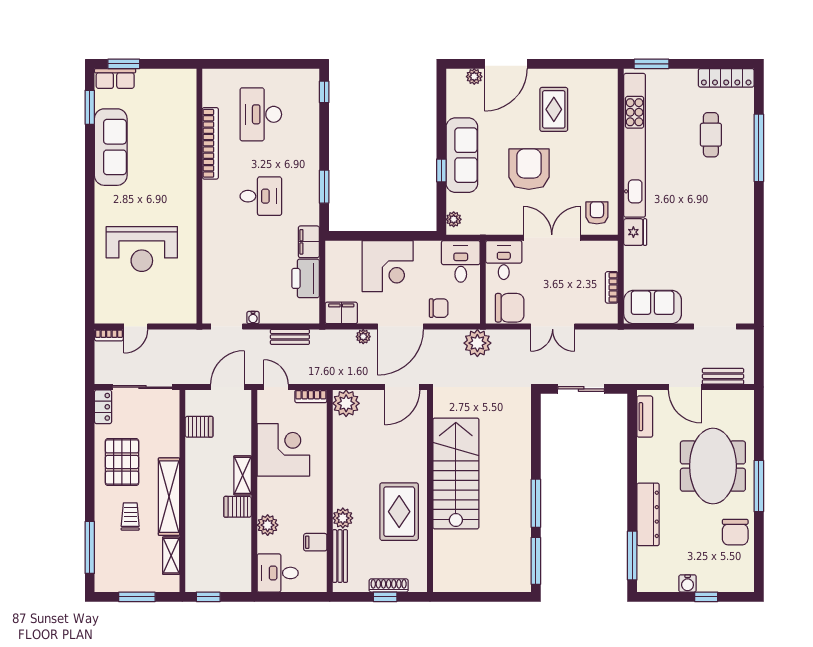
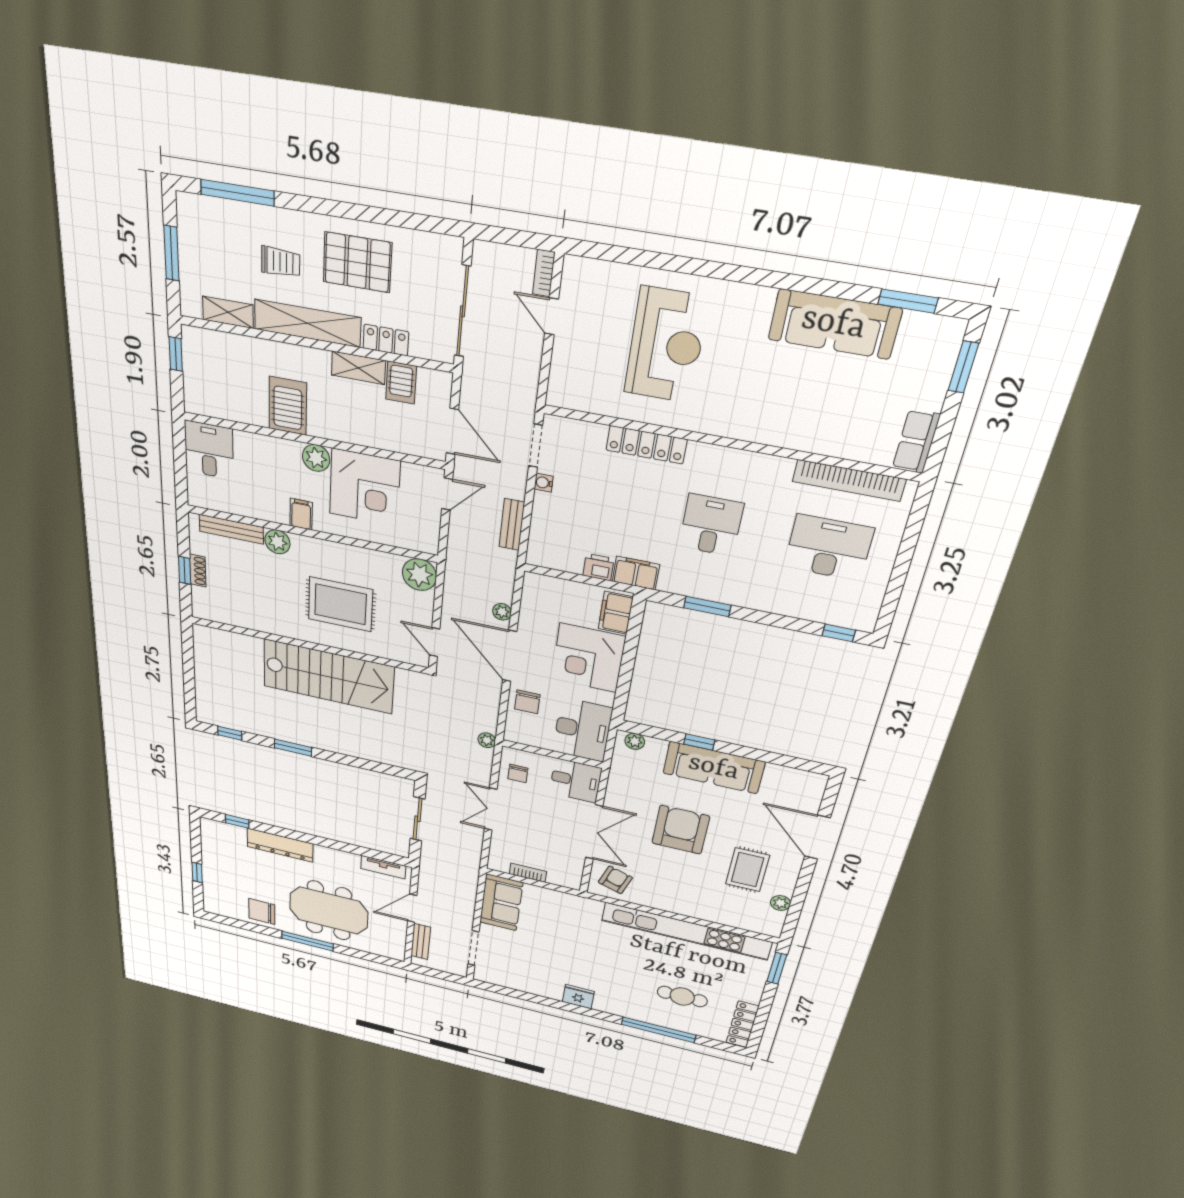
plant: (474, 77) -> (780, 903), moved
row of seats: (115, 78) -> (916, 441), moved
rug: (554, 109) -> (747, 870), turned 90
bookcase: (210, 143) -> (849, 480), moved
armchair: (529, 169) -> (681, 830), turned -90
desk: (261, 196) -> (711, 525), turned 180
armchair: (597, 213) -> (615, 880), turned -72
fridge: (635, 232) -> (578, 997), moved, turned 180
reception desk: (142, 249) -> (666, 345), turned 180
locker: (211, 250) -> (646, 445), added
desk: (461, 261) -> (582, 730), width x1.37
printer: (306, 278) -> (598, 567), width x0.53, depth x0.68
chair: (510, 308) -> (518, 773), width x0.54, depth x0.54
filing cabinet: (341, 313) -> (616, 613), moved, turned 180
plant: (477, 343) -> (487, 740), width x0.53, depth x0.53
door: (402, 387) -> (435, 642), width x0.73
bookcase: (311, 396) -> (432, 535), removed
locker: (103, 407) -> (386, 340), moved, turned 180
shelving: (243, 475) -> (358, 368), moved
window: (536, 503) -> (293, 748), width x0.69
server rack: (238, 507) -> (288, 406), width x1.36, depth x1.44
rug: (399, 512) -> (340, 604), moved
plant: (268, 525) -> (316, 458), moved
filing cabinet: (315, 542) -> (301, 514), moved
window: (632, 555) -> (237, 821), width x0.46
window: (536, 561) -> (230, 733), width x0.46
water cooler: (688, 583) -> (210, 861), removed
shoe rack: (389, 585) -> (198, 571), width x0.70

